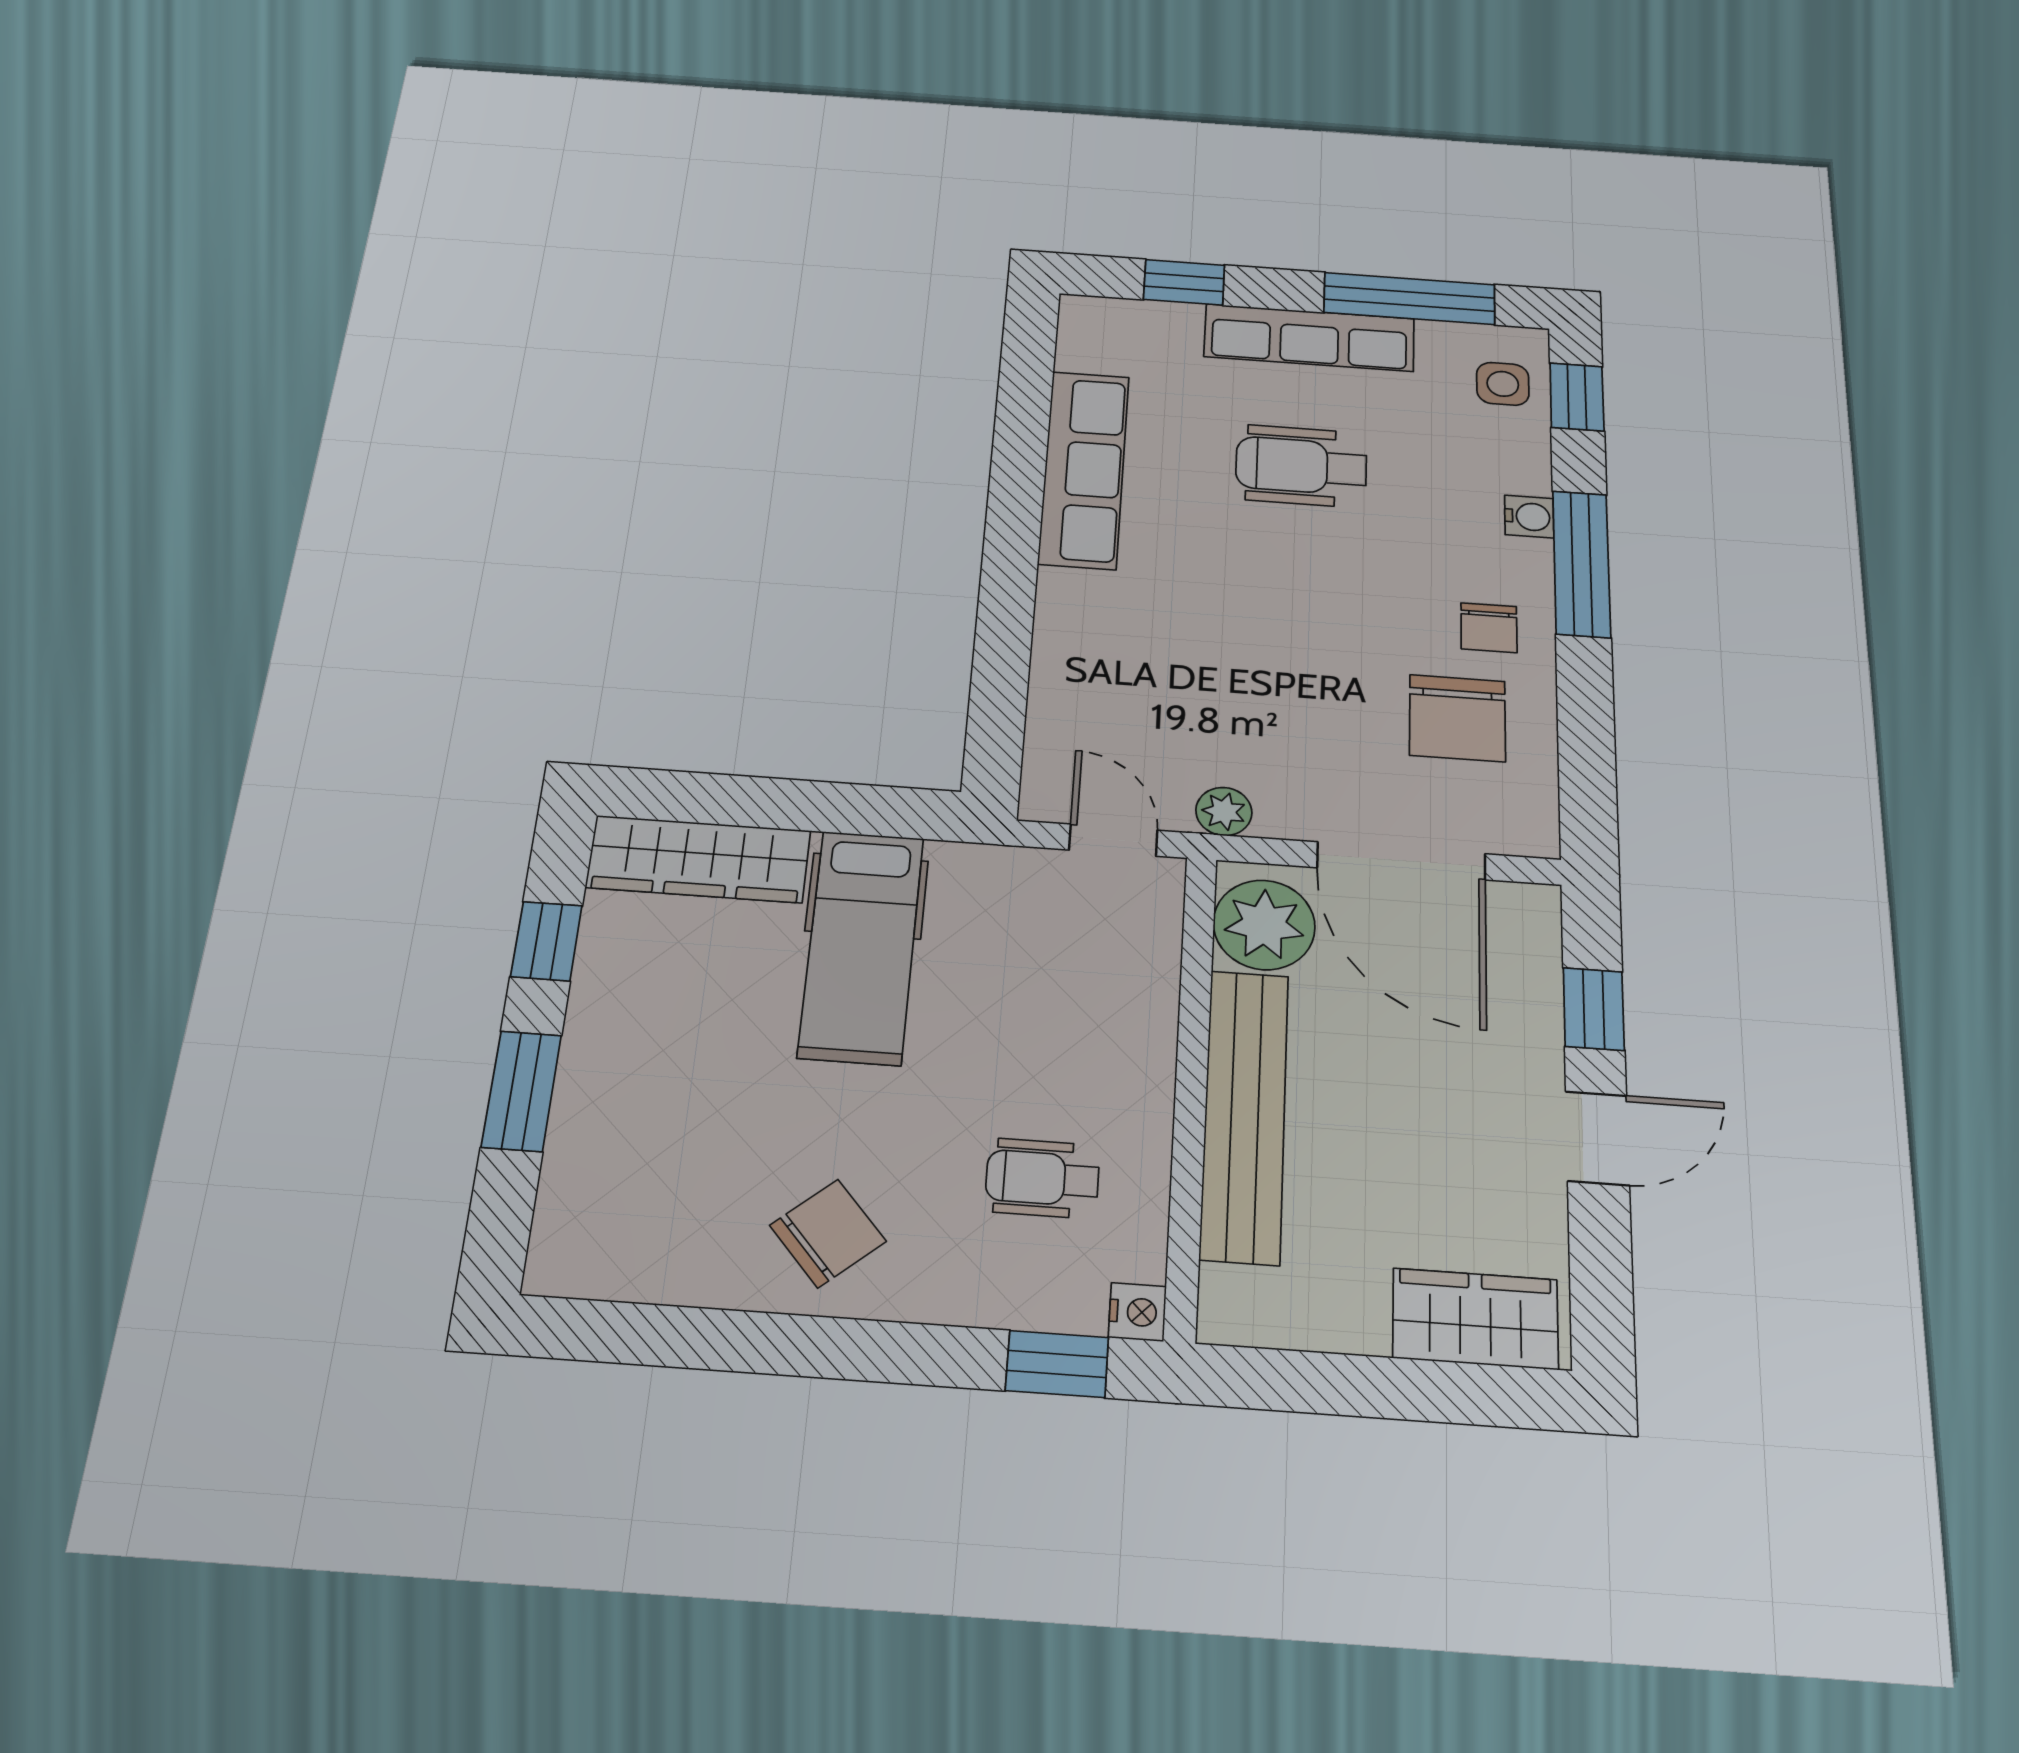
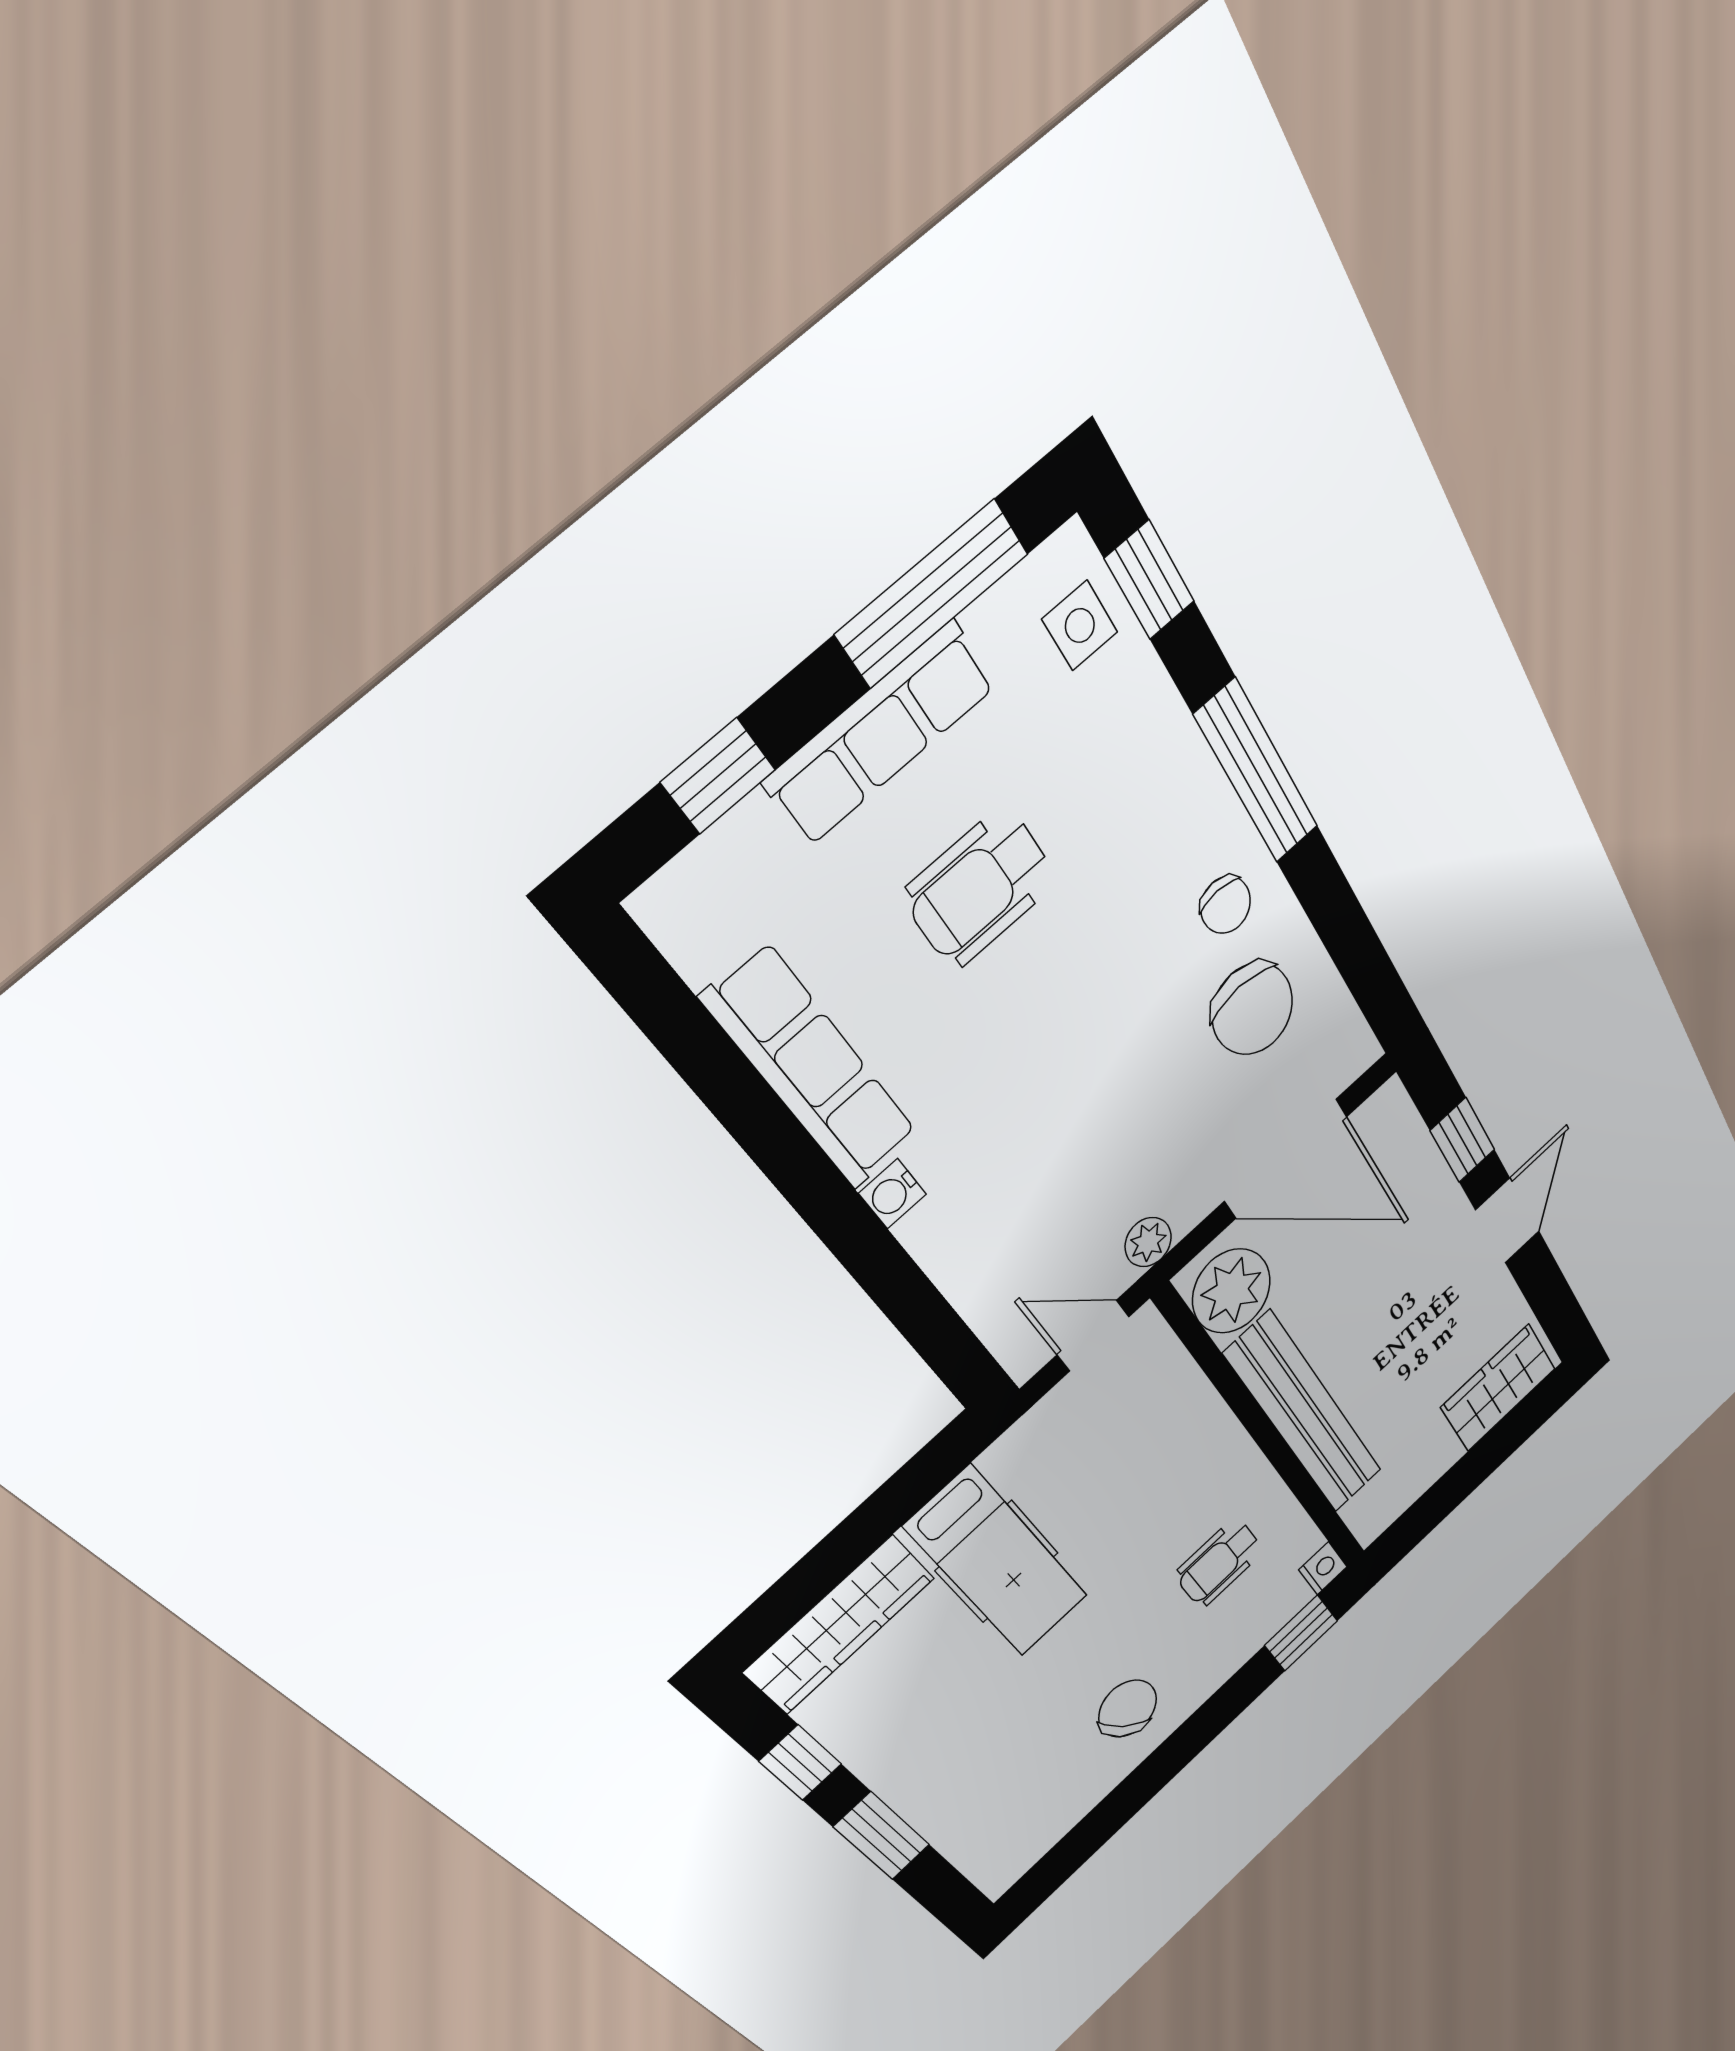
water cooler: (1529, 517) -> (893, 1194), moved, turned 180

